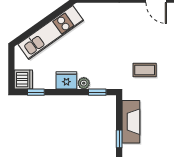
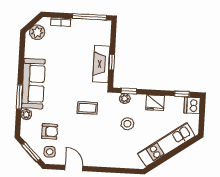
stool: (97, 54) -> (127, 124), added
plant: (84, 83) -> (125, 99), moved
window: (119, 139) -> (112, 62), moved

